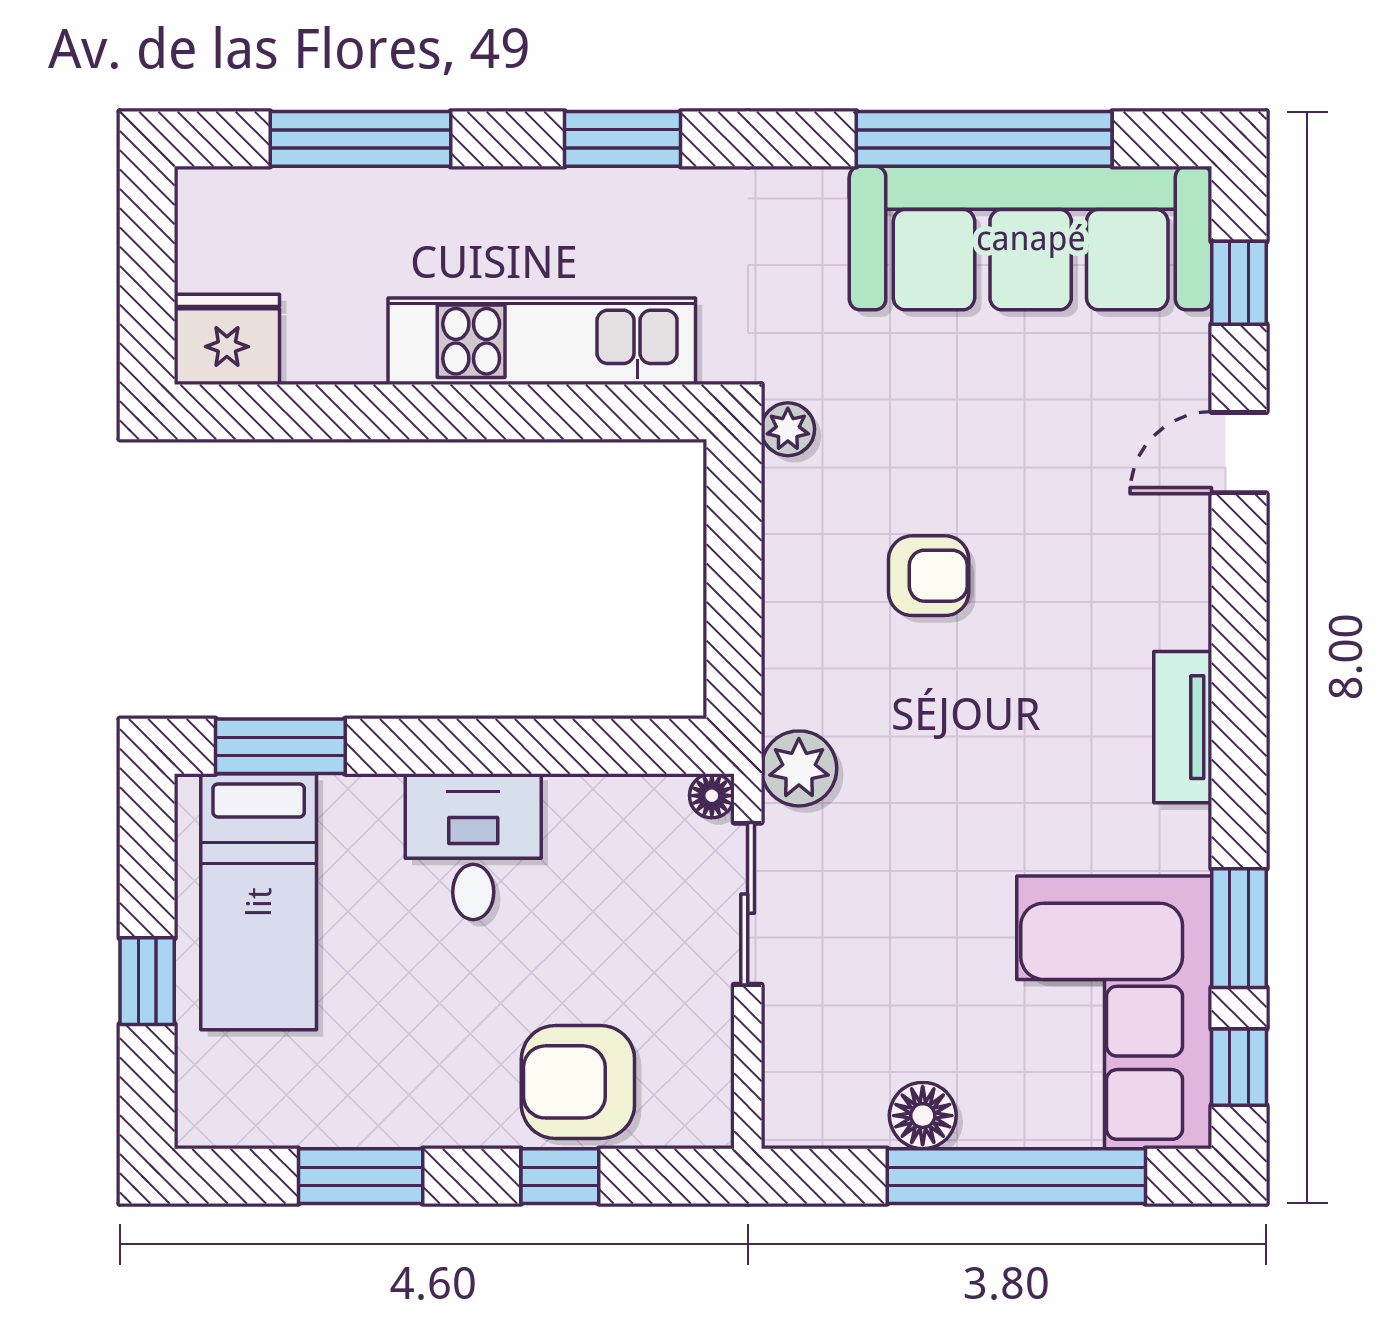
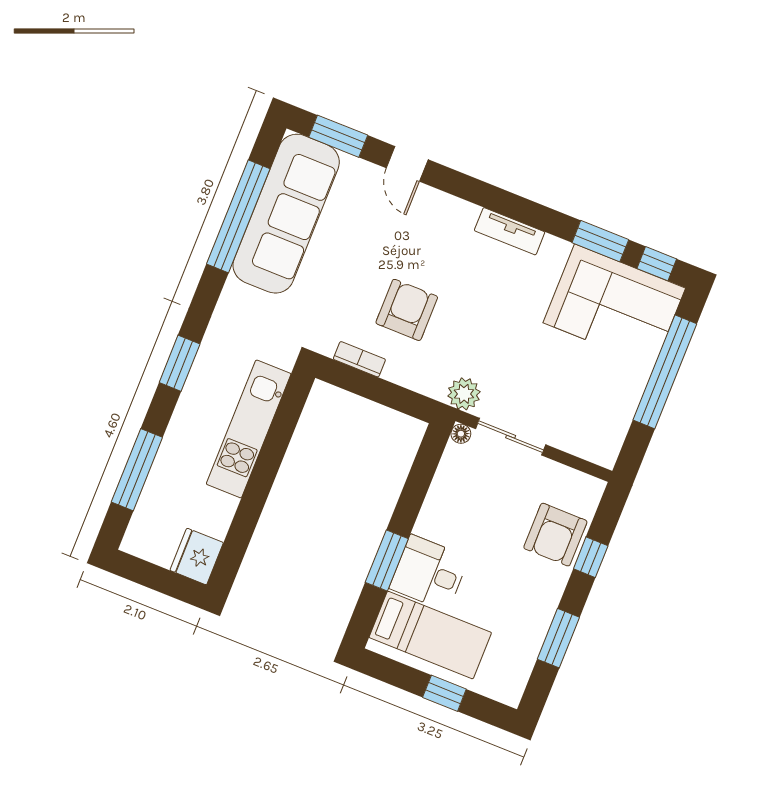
window: (1239, 283) -> (338, 136), width x1.50
plant: (788, 429) -> (324, 343), removed
bookcase: (784, 517) -> (359, 359), added
armchair: (929, 576) -> (407, 310), width x1.38, depth x1.38
window: (280, 746) -> (387, 561), moved
desk: (473, 847) -> (429, 573), moved
floor lamp: (923, 1116) -> (625, 400), removed

